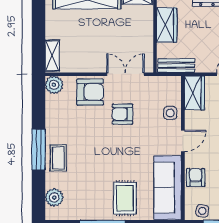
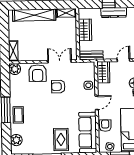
armchair: (90, 92) -> (38, 73), turned 90

